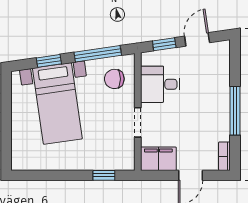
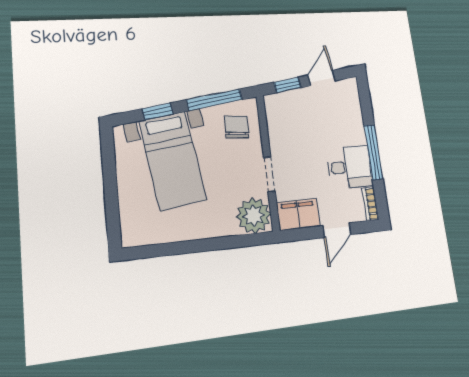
chair: (114, 79) -> (237, 127), turned 93
desk: (160, 84) -> (350, 167), moved, turned 180
plant: (120, 156) -> (254, 216), added
window: (104, 175) -> (237, 241), removed

